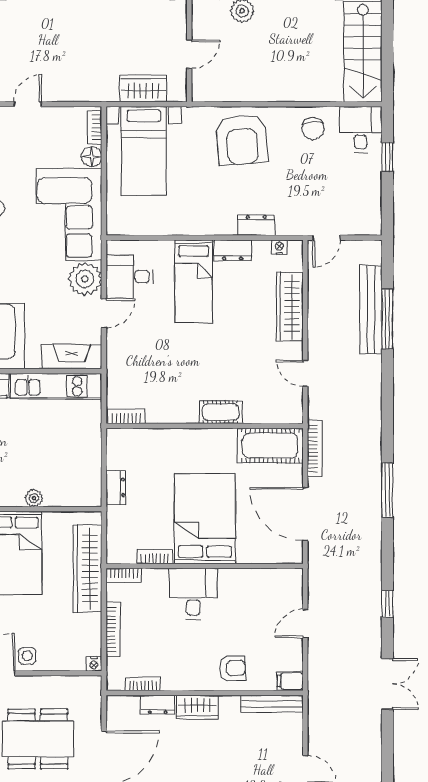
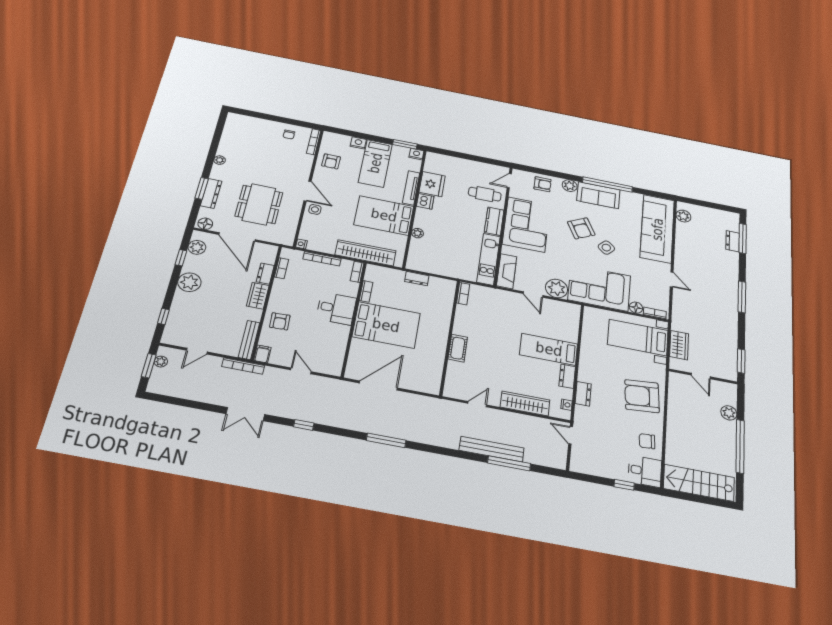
desk: (129, 277) -> (556, 313), removed
bench: (371, 310) -> (492, 449), moved
cot: (270, 446) -> (430, 373), removed
bookcase: (315, 448) -> (243, 366), moved

